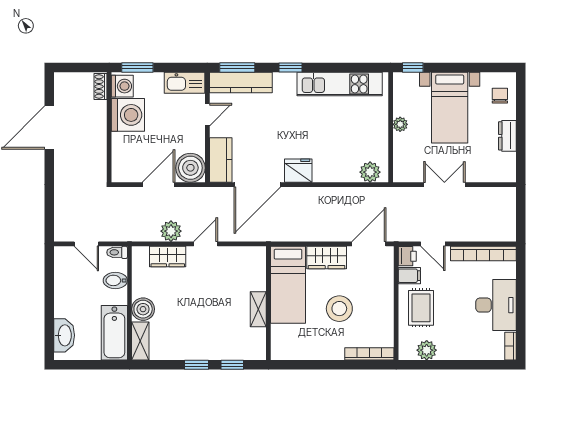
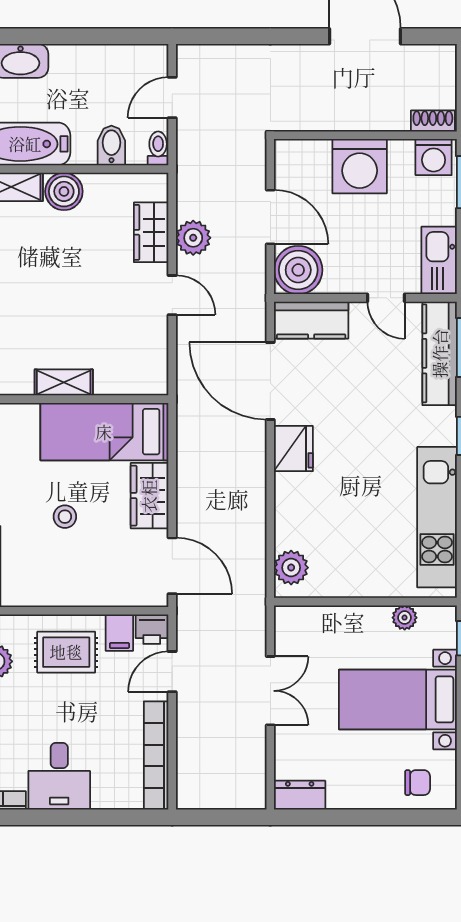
washing machine: (128, 115) -> (360, 166), moved
plant: (400, 124) -> (405, 618), moved
dresser: (507, 136) -> (300, 795), moved
desk: (496, 305) -> (59, 776), width x0.73
stool: (339, 309) -> (65, 517), width x0.53, depth x0.53

